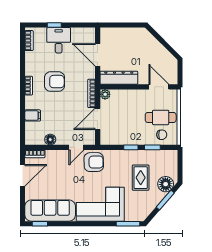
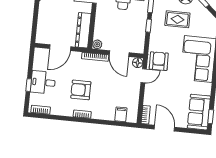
armchair: (55, 82) -> (81, 90), turned -90
filing cabinet: (33, 115) -> (121, 114), moved
floor lamp: (50, 140) -> (138, 63), moved
door: (76, 147) -> (144, 76), hinge flipped
sofa: (50, 211) -> (199, 112), width x0.73

